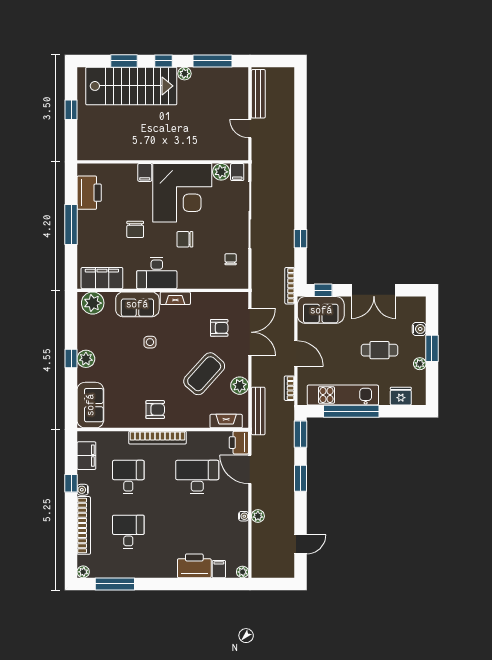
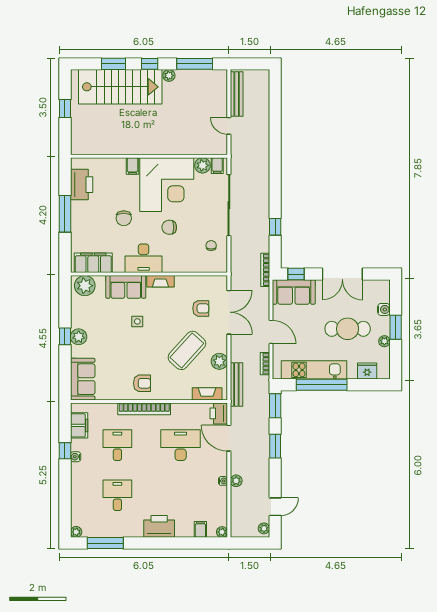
cafe table: (380, 350) -> (348, 329), width x1.37, depth x1.35
bookcase: (84, 525) -> (77, 489), removed
printer: (194, 566) -> (159, 526), moved
plant: (288, 568) -> (264, 528), added

